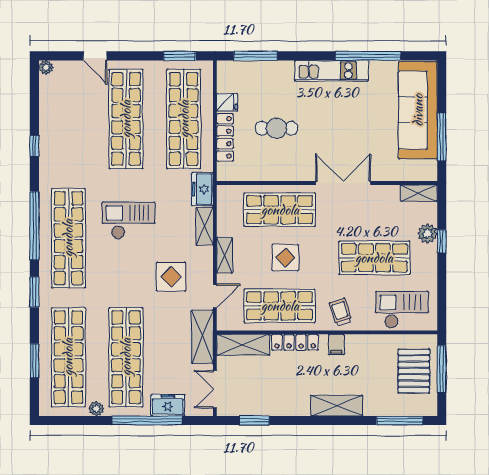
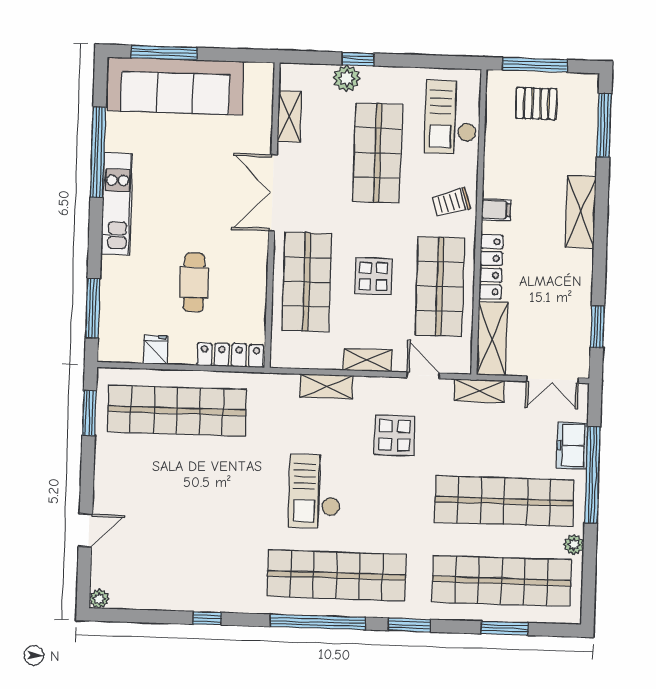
shop shelf: (126, 119) -> (174, 490), removed
locker: (225, 137) -> (230, 355), moved
window: (442, 137) -> (164, 53), moved
freezer: (202, 189) -> (275, 388), removed
shelving: (419, 193) -> (289, 116), moved
shelving: (202, 337) -> (479, 391), width x0.67, depth x0.75
pallet: (414, 371) -> (536, 104), width x0.67, depth x0.71

